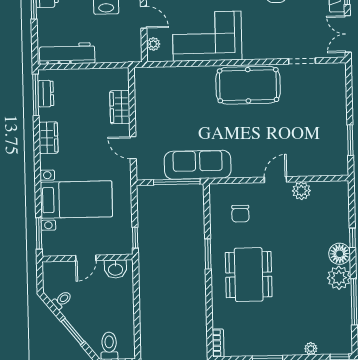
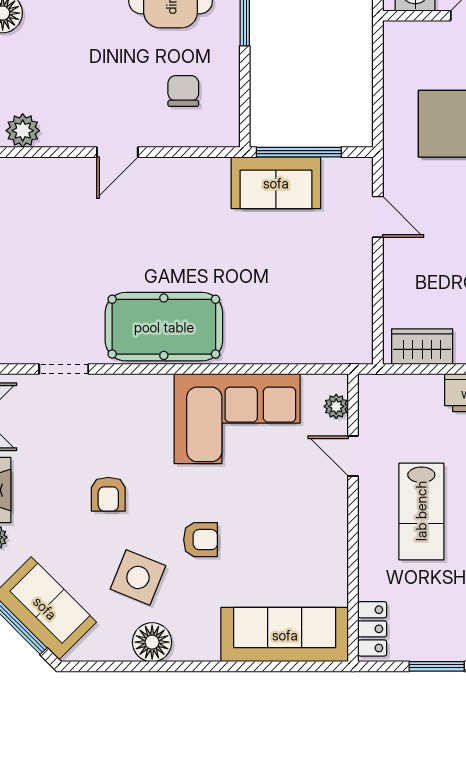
wardrobe: (120, 107) -> (422, 347), moved, turned -90
sofa: (198, 165) -> (276, 183), width x0.73
plant: (301, 191) -> (23, 131), moved
window: (135, 238) -> (378, 51), removed

